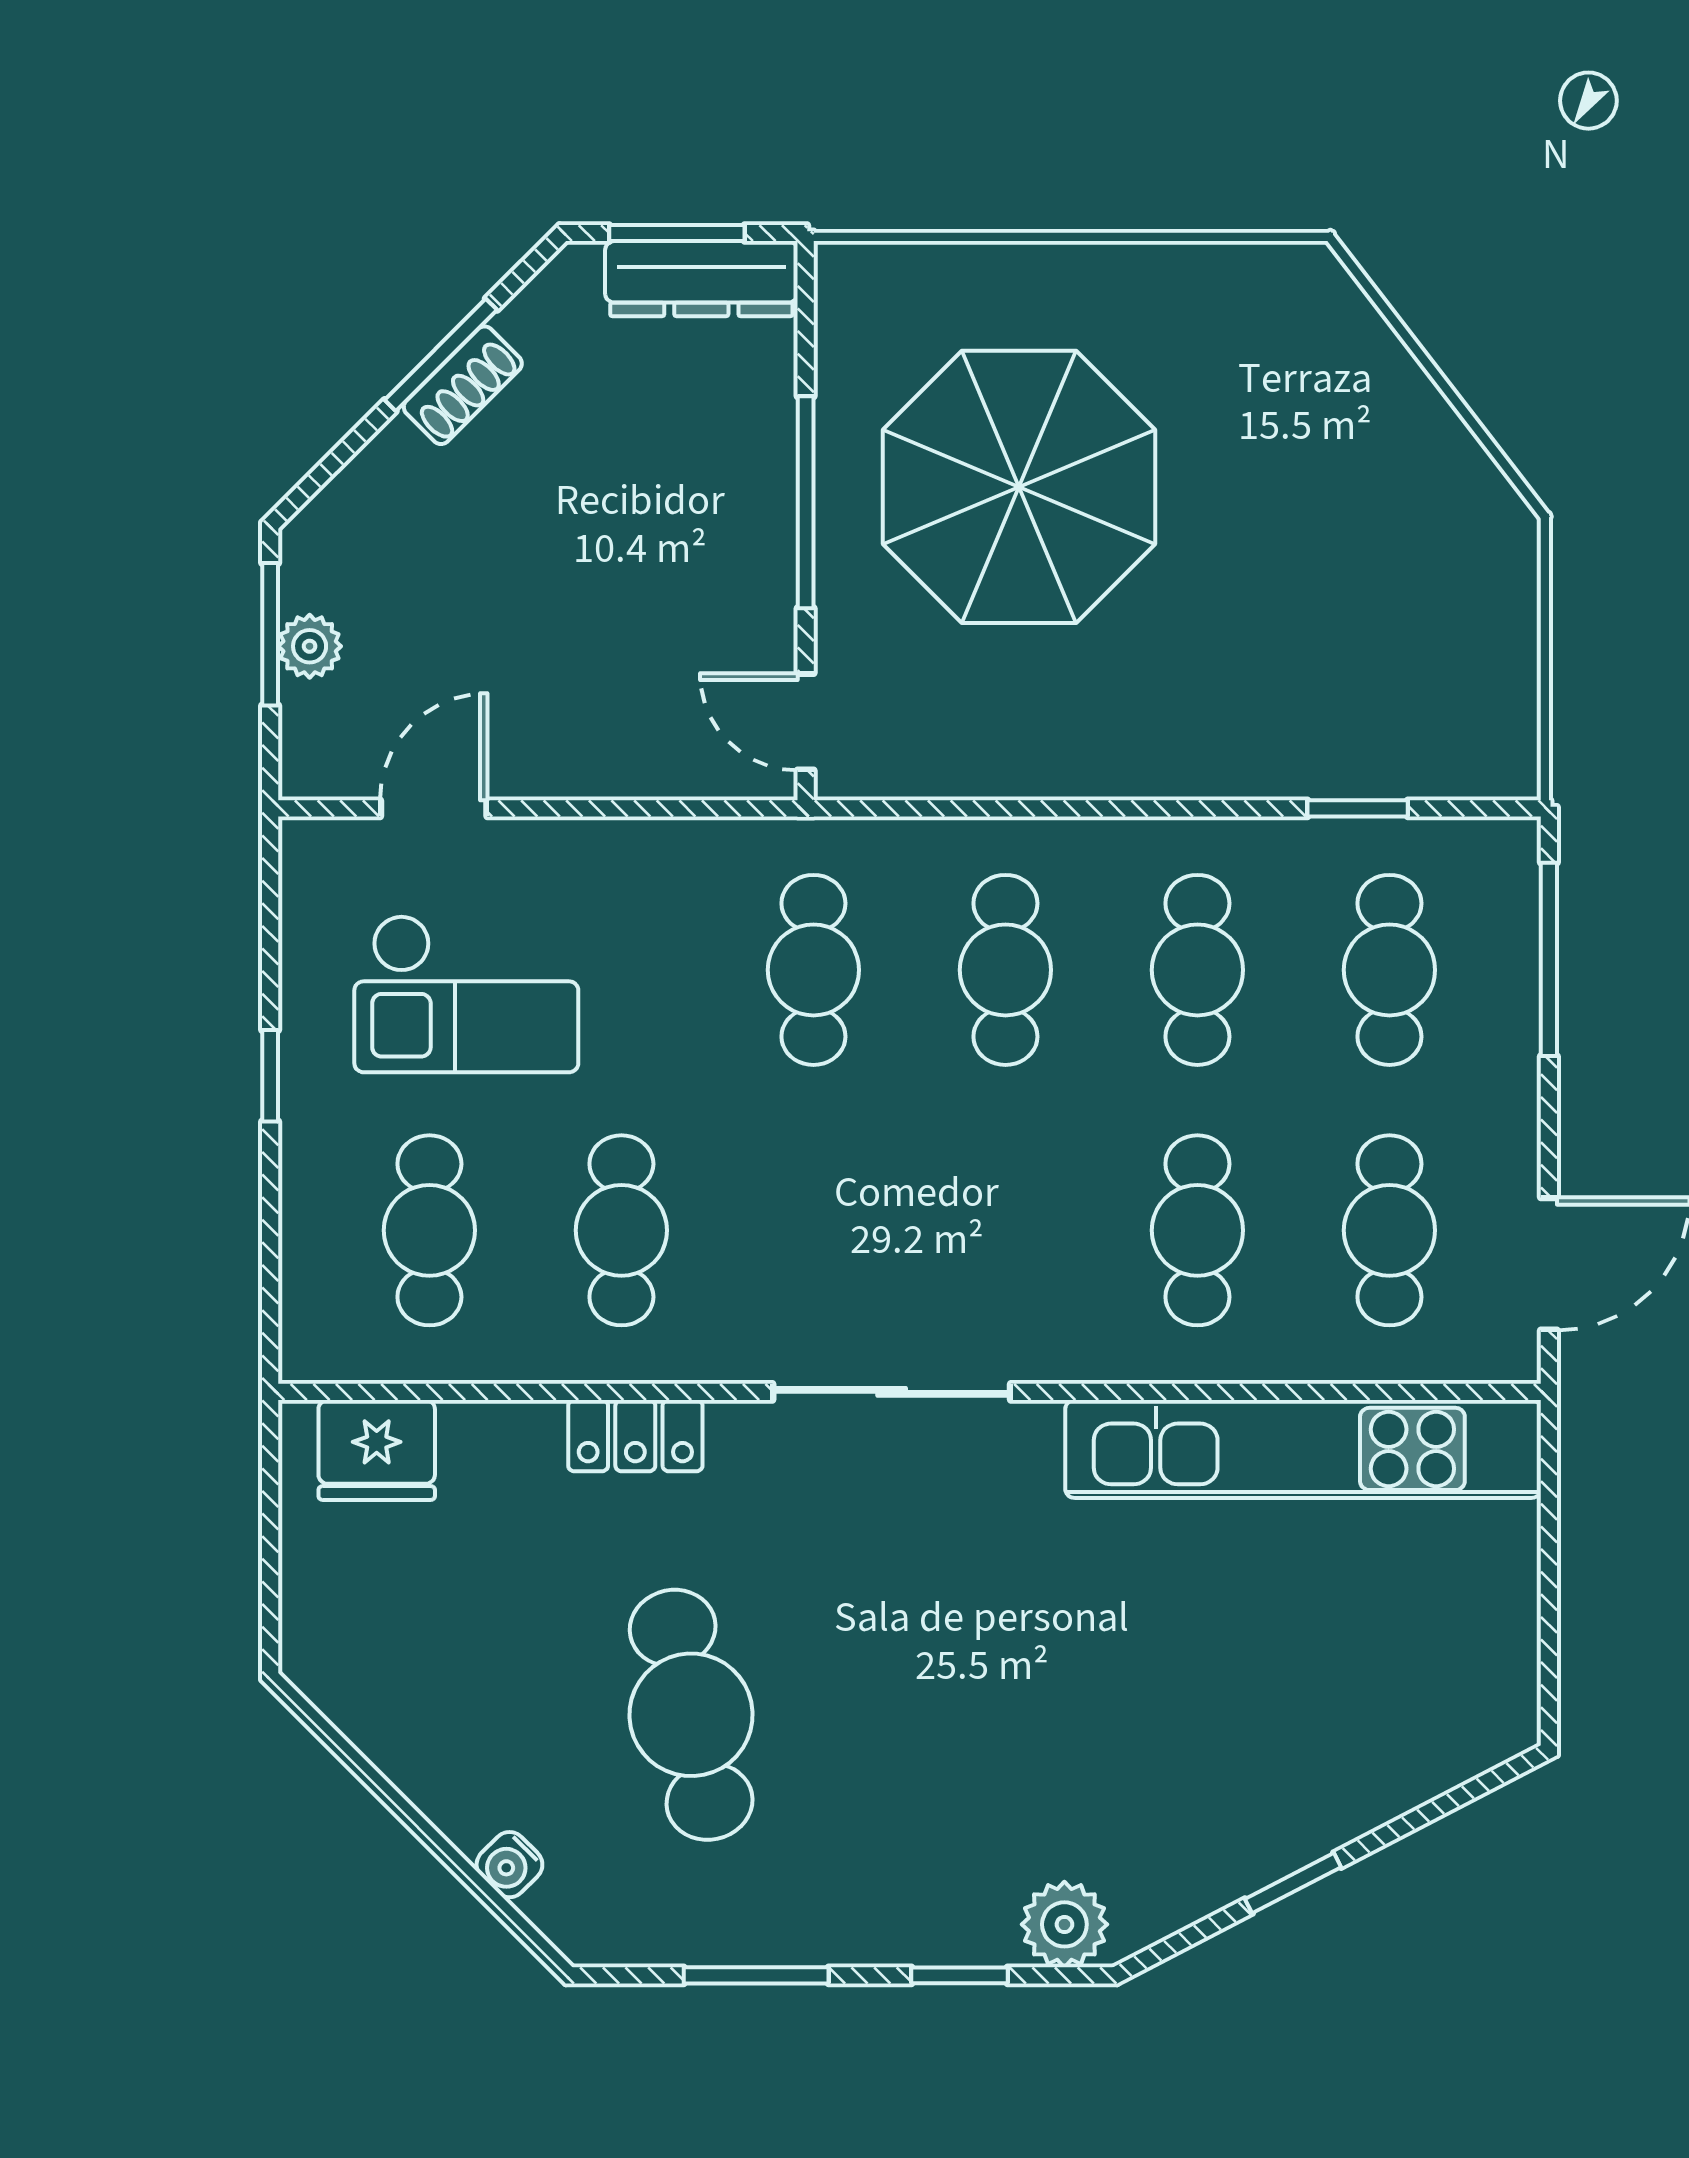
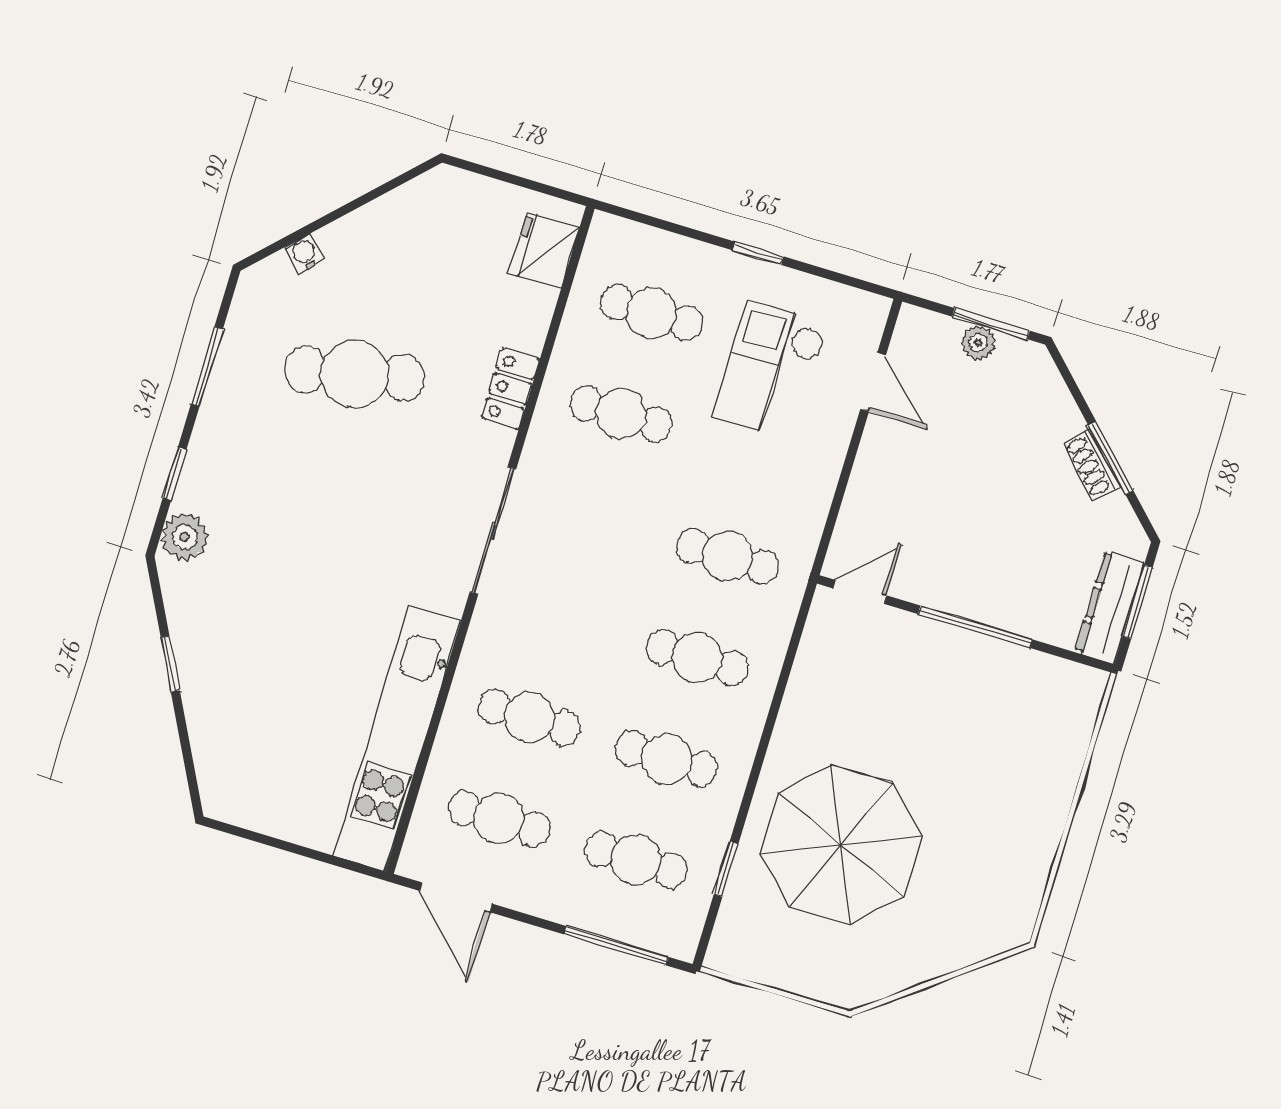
parasol: (1019, 487) -> (841, 845), moved

